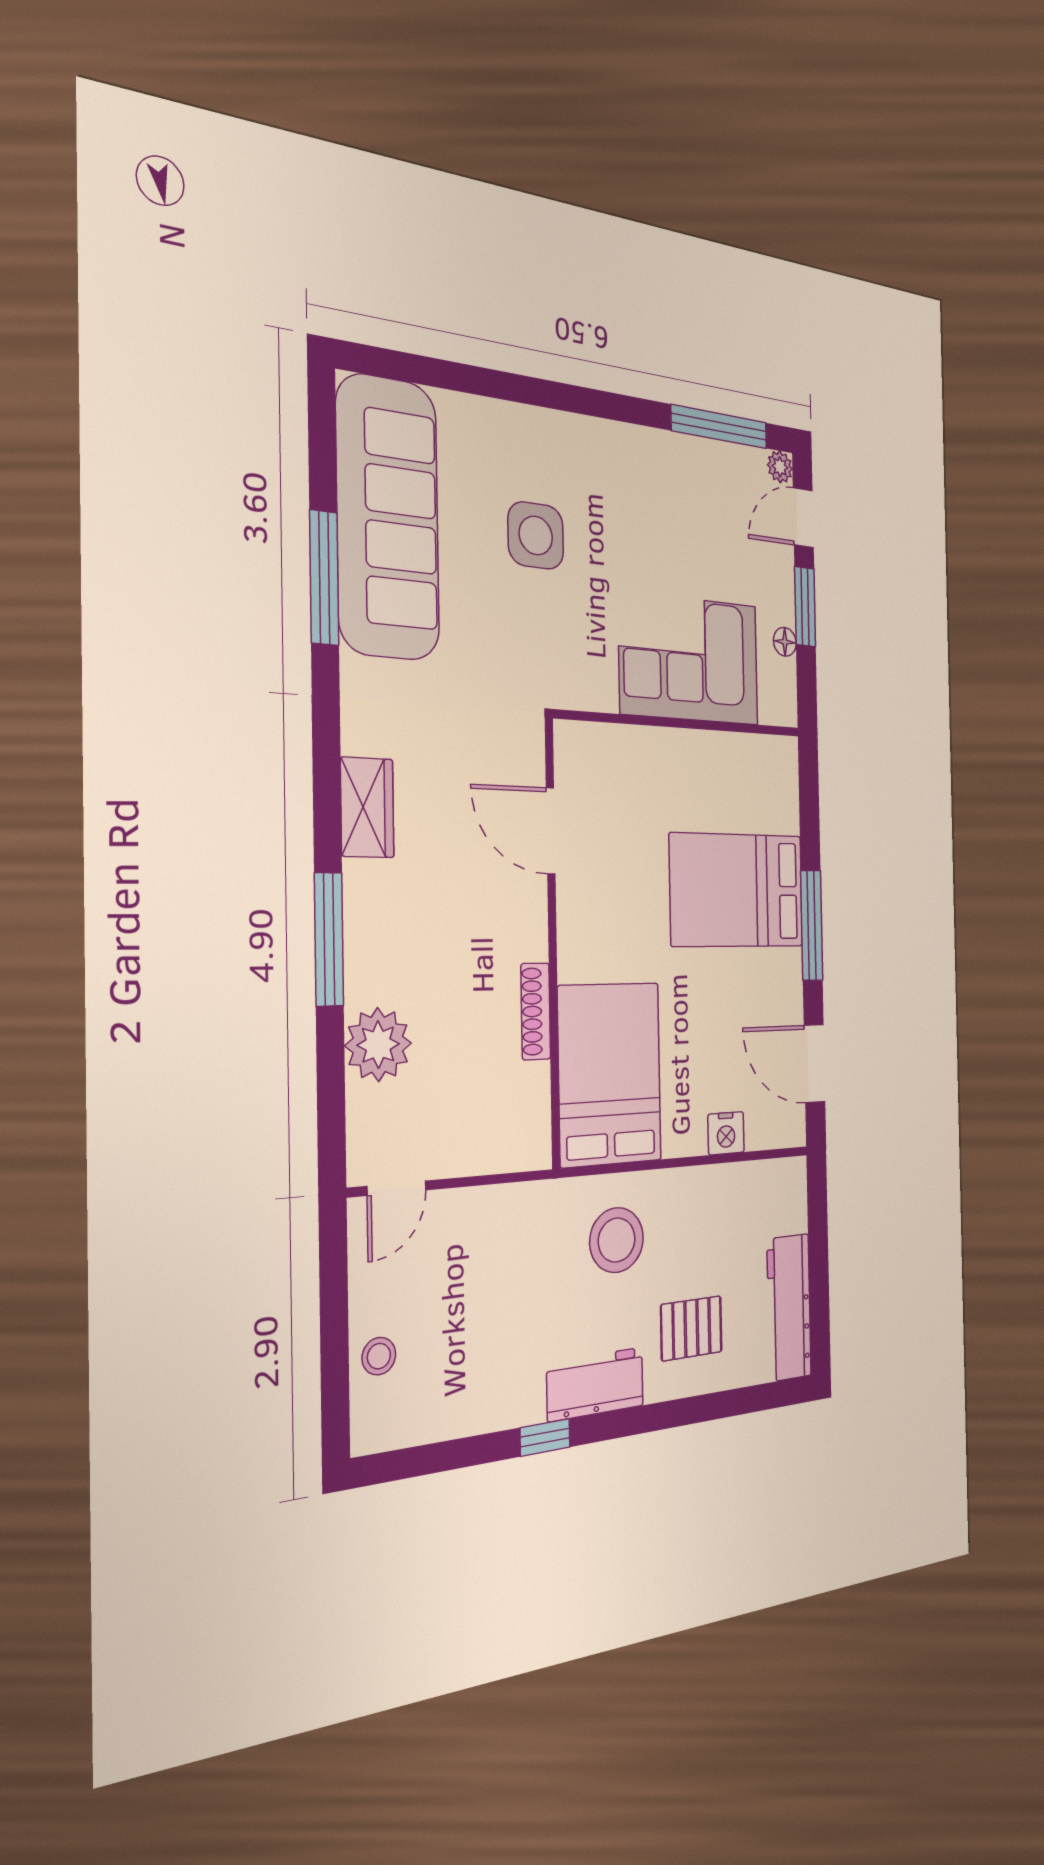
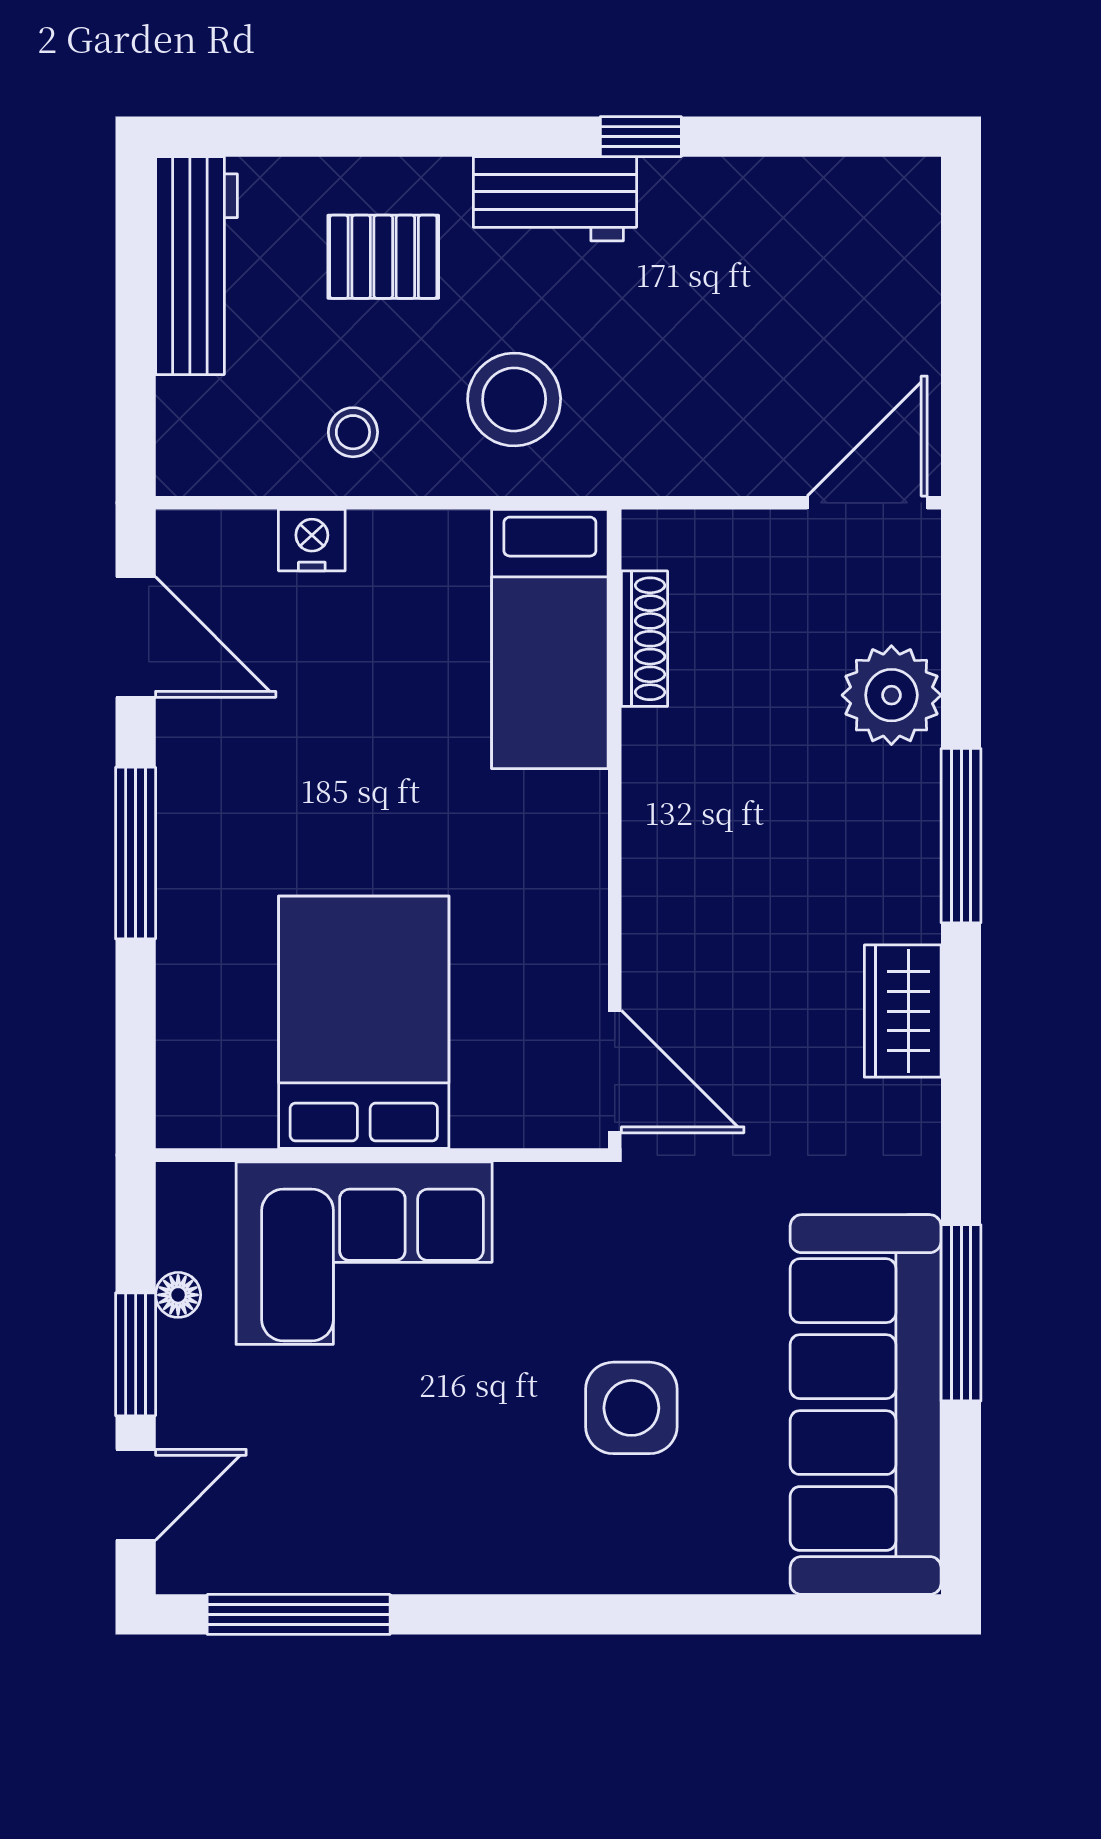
plant: (780, 467) -> (181, 1569), removed
door: (551, 831) -> (615, 1072), moved
bed: (737, 890) -> (364, 1022), moved, turned -90
shoe rack: (536, 1011) -> (645, 639), moved
bed: (610, 1074) -> (550, 639), width x0.67
door: (397, 1188) -> (867, 503), width x1.38
stool: (379, 1356) -> (353, 432), moved

